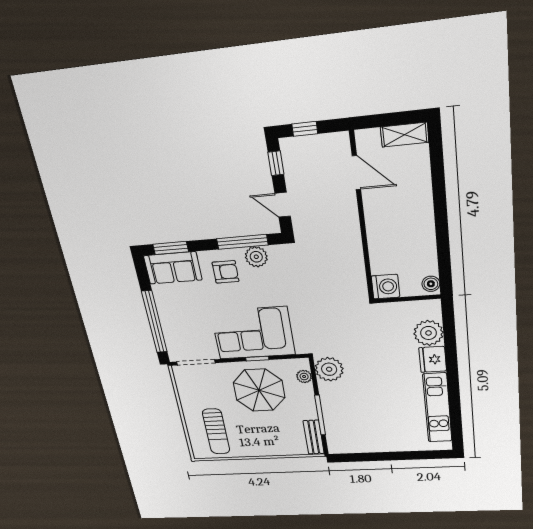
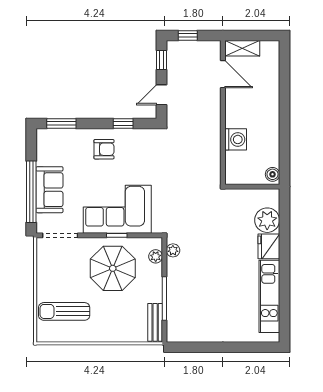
shelving: (405, 135) -> (242, 48), moved
door: (283, 205) -> (161, 95), hinge flipped
window: (242, 242) -> (123, 123), width x0.46
plant: (256, 257) -> (132, 138), removed
sofa: (173, 268) -> (49, 190), moved, turned -90
washing machine: (385, 287) -> (236, 139), moved
plant: (329, 369) -> (173, 250), width x0.53, depth x0.53
sun lounger: (216, 431) -> (64, 311), turned 90

